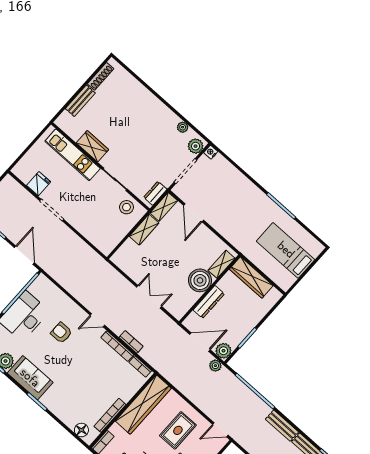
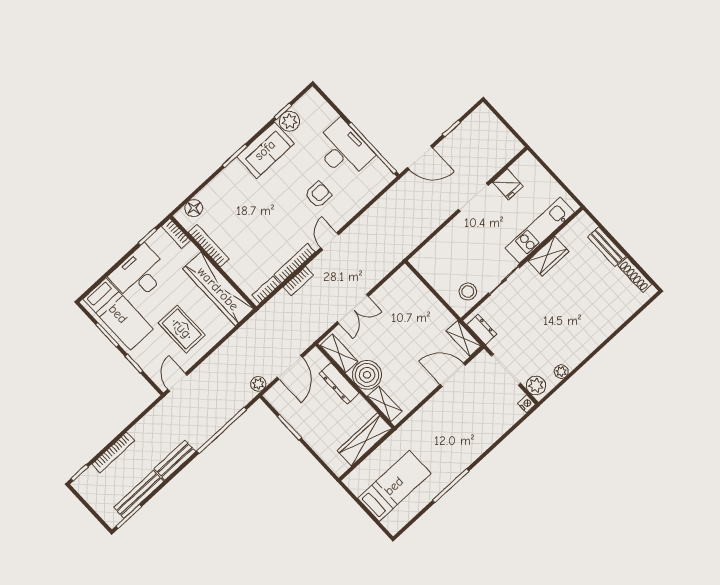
shelving: (144, 230) -> (339, 353), moved
plant: (223, 351) -> (276, 396), removed

